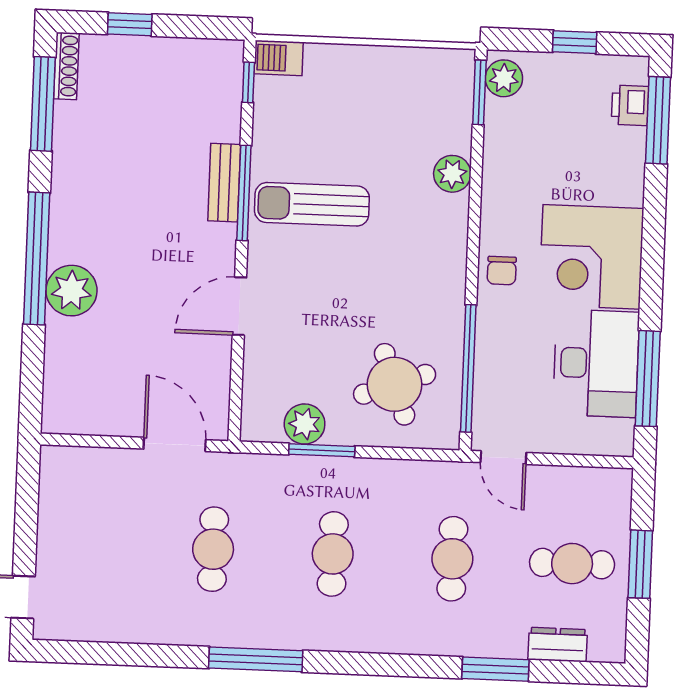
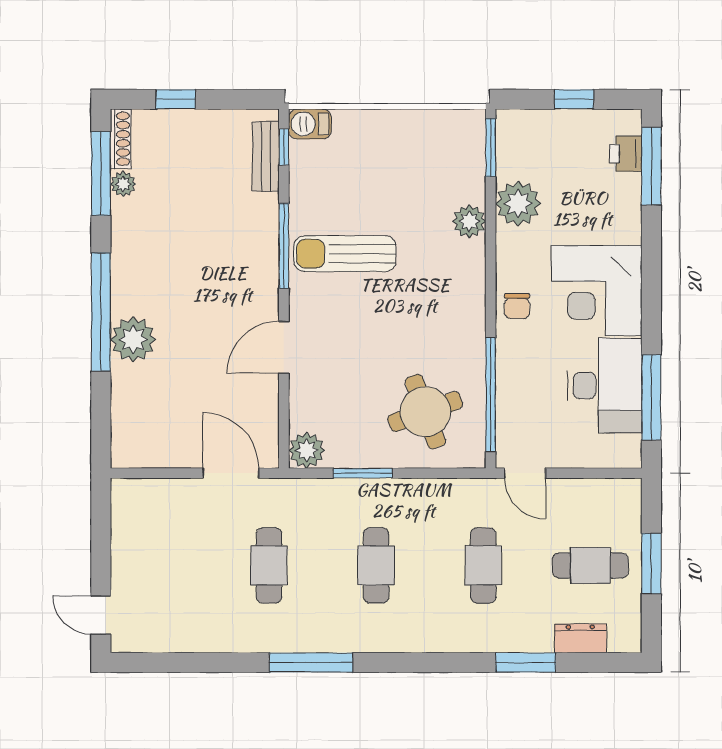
plant: (504, 78) -> (518, 203), moved, width x1.36, depth x1.36
plant: (67, 117) -> (123, 184), added
bench: (224, 183) -> (266, 156), moved
plant: (305, 424) -> (307, 450), moved

